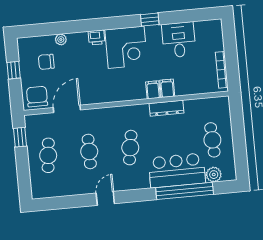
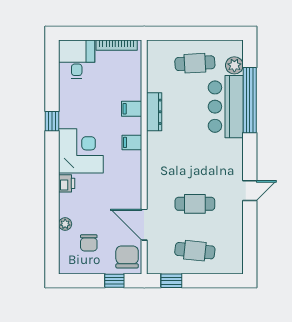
desk: (179, 40) -> (77, 59), moved, turned 90
window: (14, 70) -> (114, 281), moved
filing cabinet: (153, 90) -> (132, 142), moved
chair: (37, 97) -> (127, 257), turned 90
cafe table: (130, 148) -> (195, 157), removed
door: (105, 198) -> (250, 191), swing flipped

